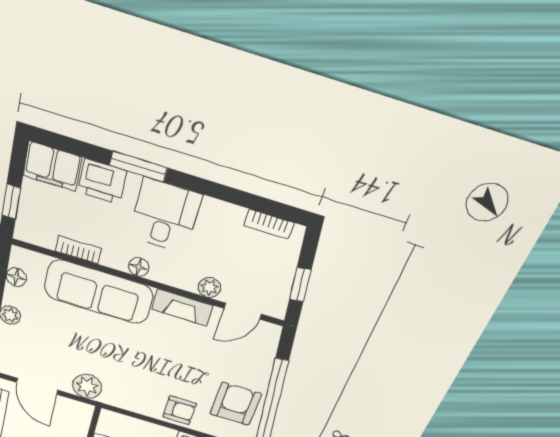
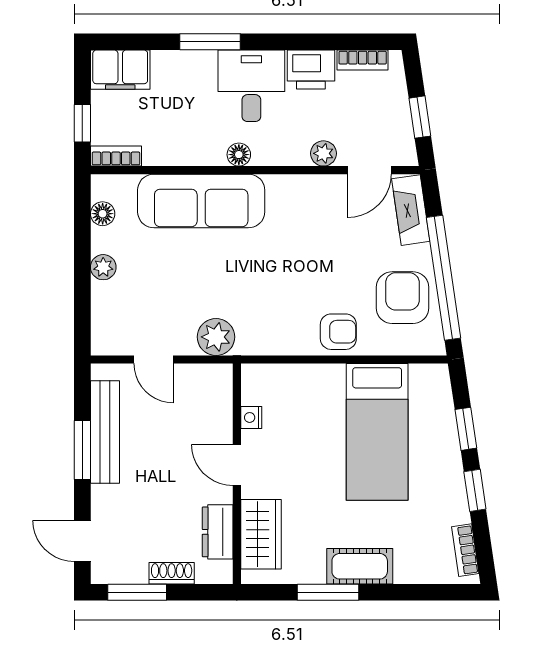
printer: (102, 182) -> (311, 69), moved
bookcase: (78, 250) -> (116, 156), moved
fireplace: (182, 308) -> (411, 210), moved, turned 82
door: (37, 386) -> (154, 359), width x0.73

